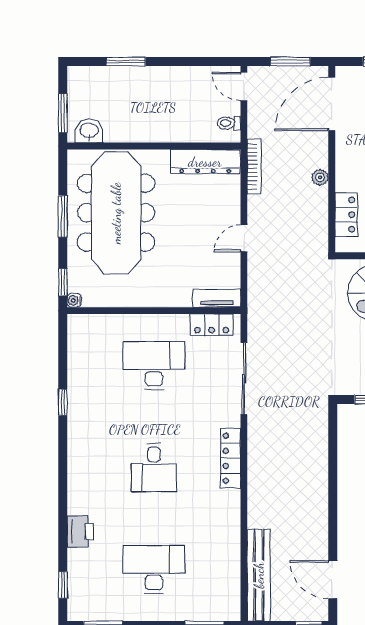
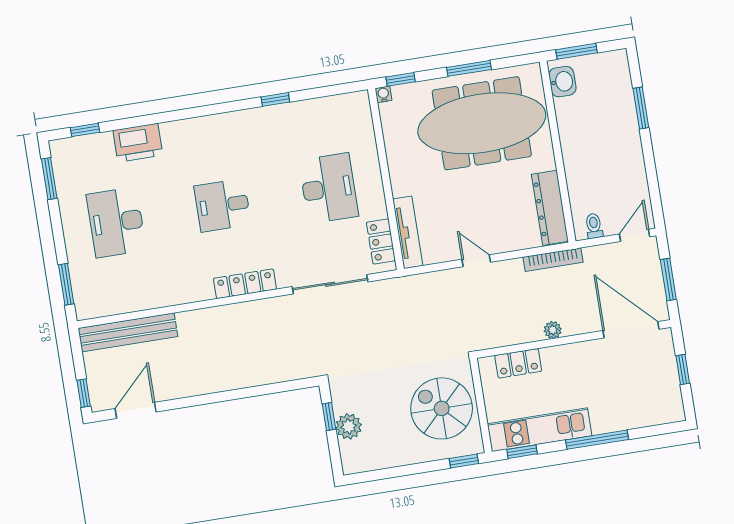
tv unit: (217, 298) -> (408, 232), width x1.41
printer: (80, 532) -> (138, 143), width x1.37, depth x1.19
desk: (154, 569) -> (116, 222), turned 180

